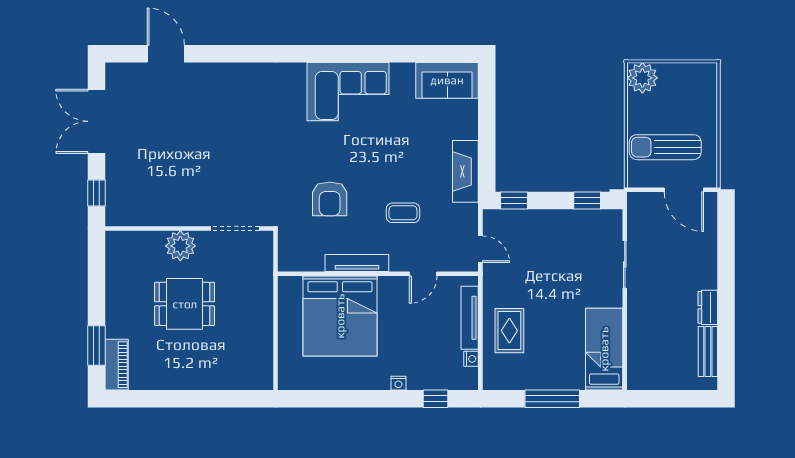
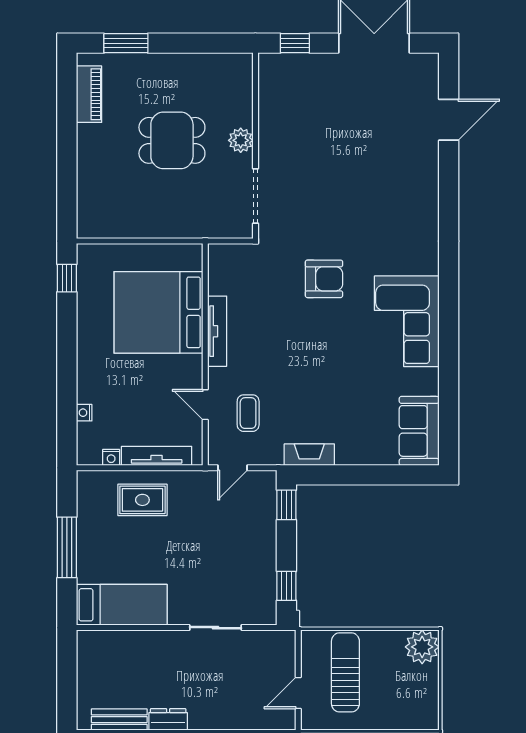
fireplace: (465, 171) -> (309, 455), width x0.73, depth x0.76
door: (684, 190) -> (298, 693), width x0.73
armchair: (330, 199) -> (324, 279), moved, turned 180
coffee table: (403, 213) -> (248, 413), moved
plant: (180, 246) -> (241, 140), width x0.73, depth x0.73
dining table: (185, 304) -> (172, 140), turned 90
piano: (117, 365) -> (89, 94), moved, turned -90
nightstand: (398, 383) -> (84, 413), moved
window: (436, 399) -> (67, 278), moved

